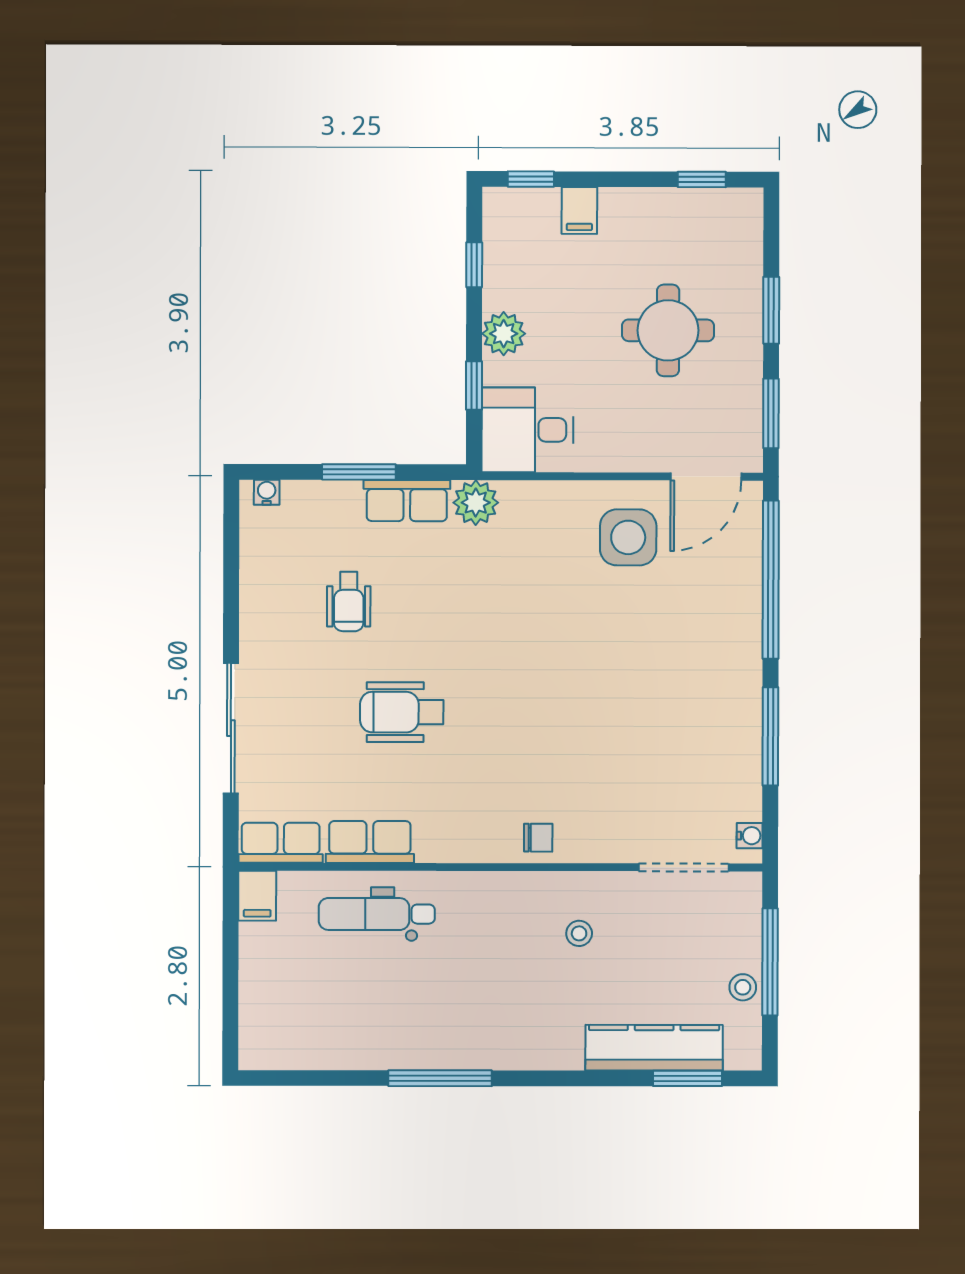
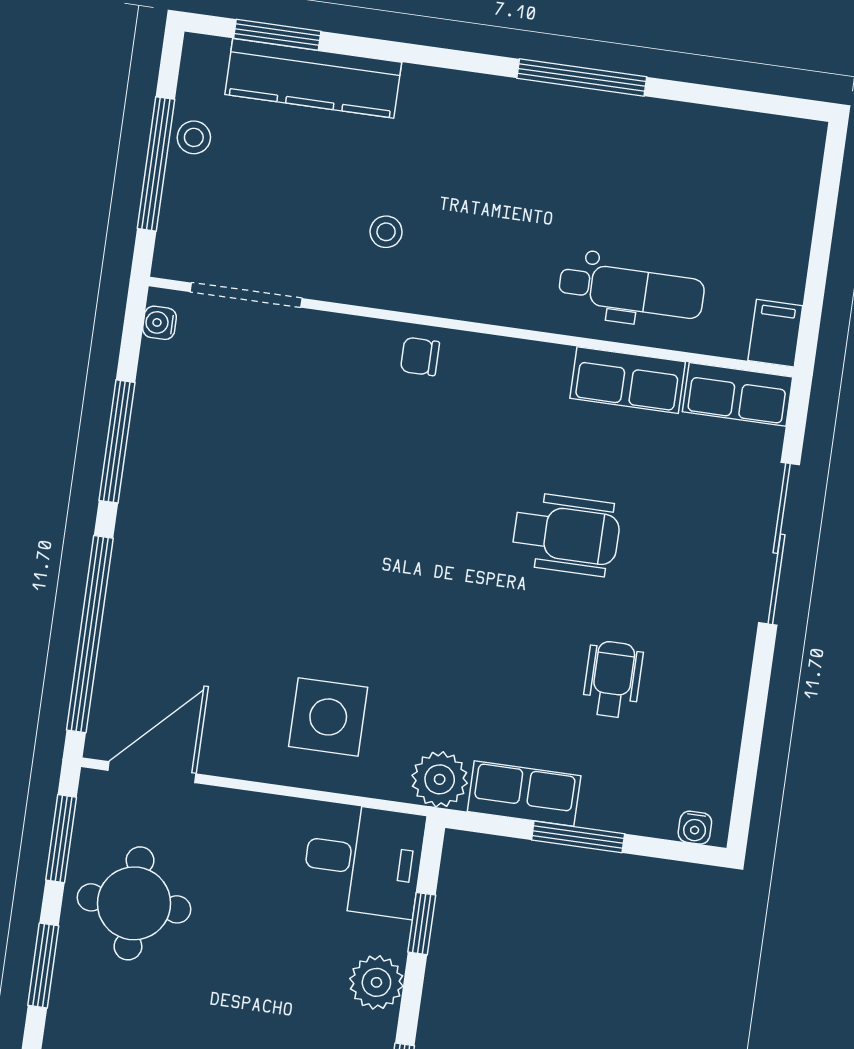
round table: (668, 330) -> (134, 903), moved
side table: (628, 537) -> (328, 717), moved

